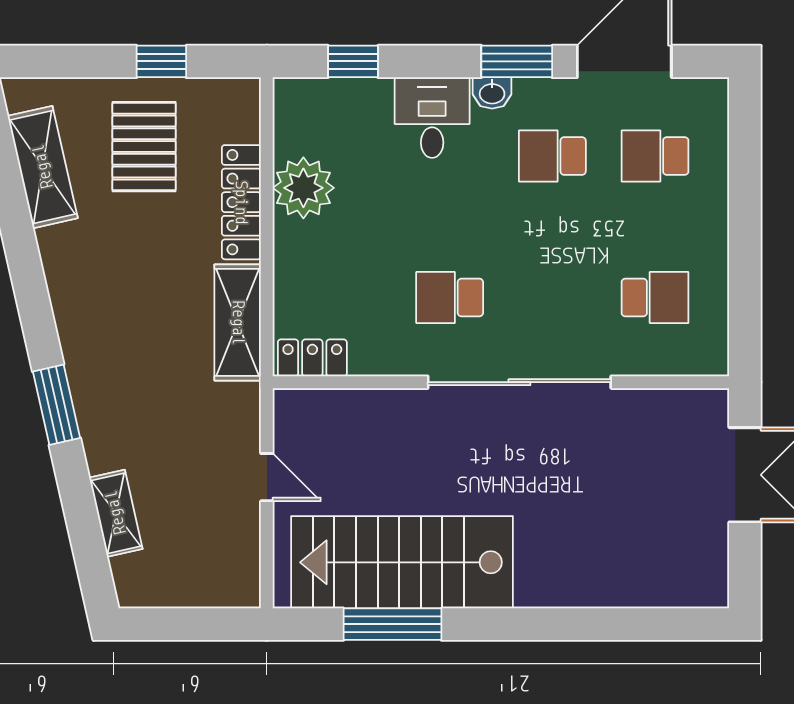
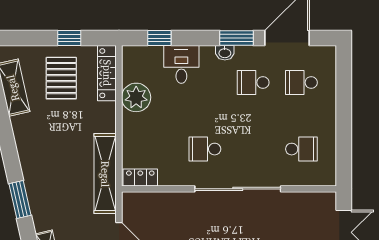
desk: (432, 118) -> (181, 64), moved
locker: (241, 202) -> (107, 73), moved
shelving: (238, 322) -> (105, 174), width x1.47

